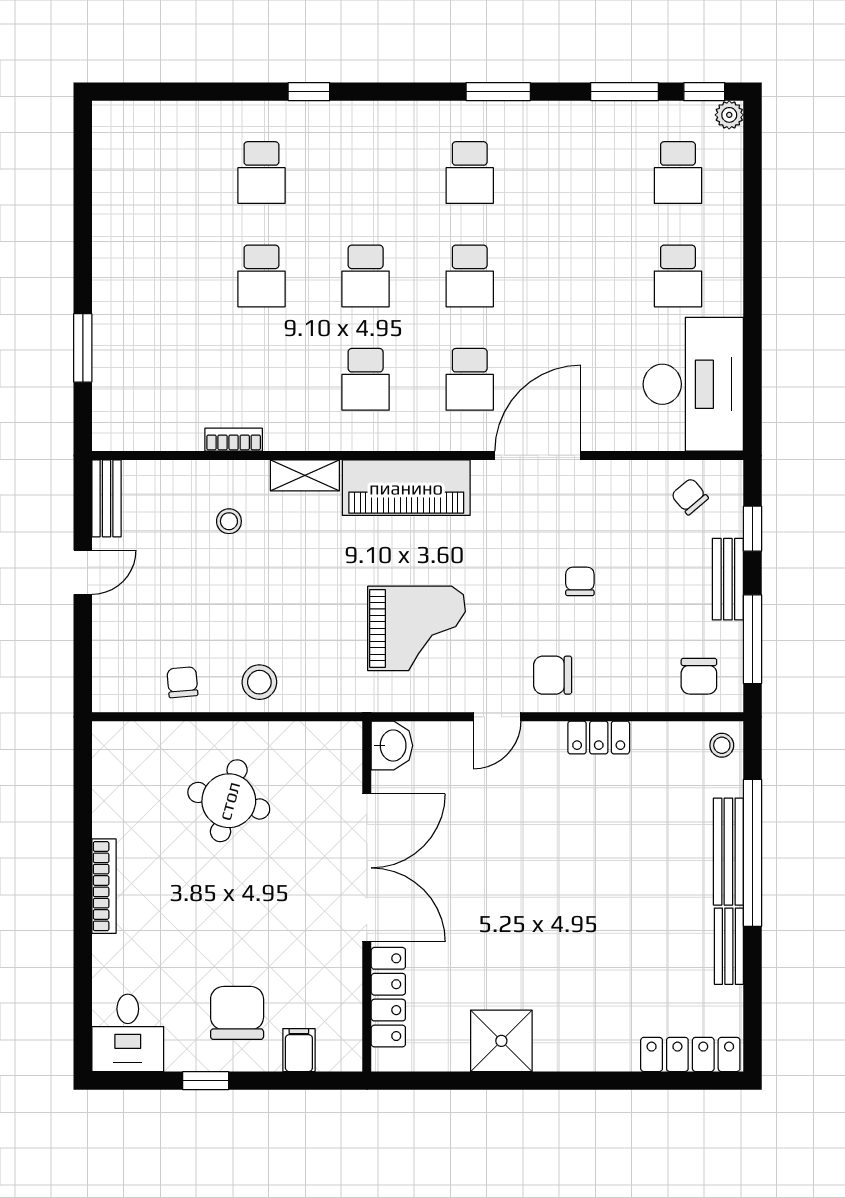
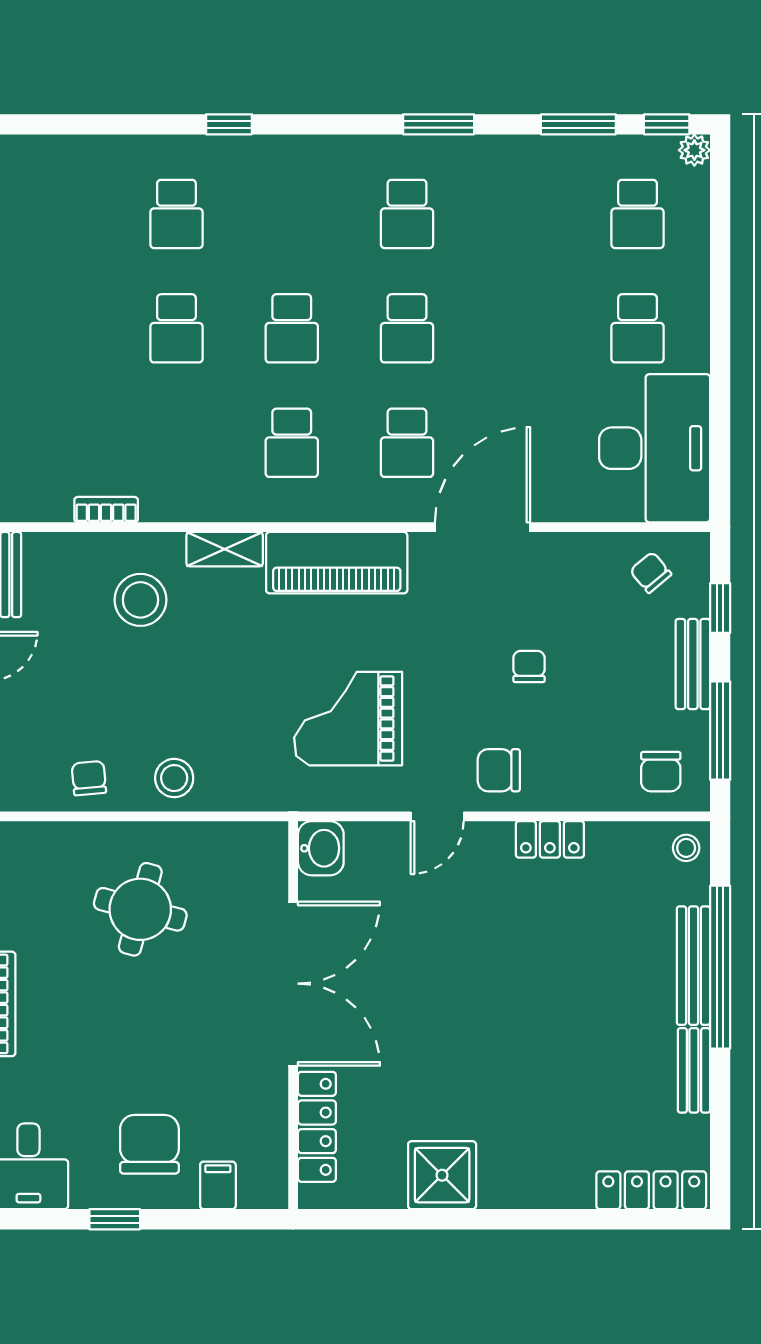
bookcase: (234, 440) -> (106, 510), moved
stool: (229, 521) -> (140, 600), width x1.89, depth x1.89
grand piano: (416, 628) -> (348, 719), turned 180

